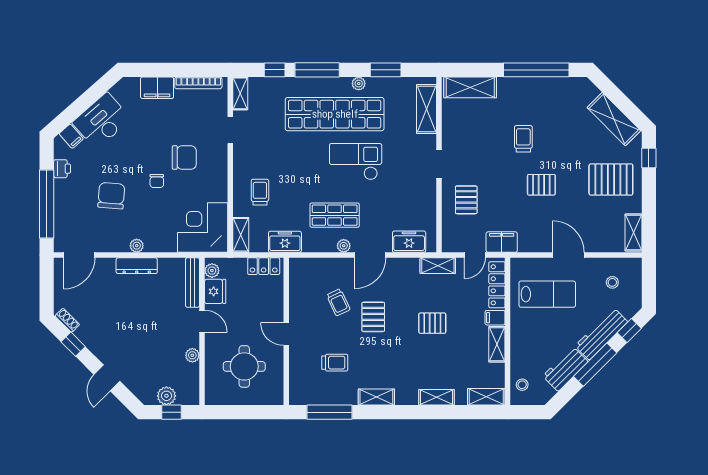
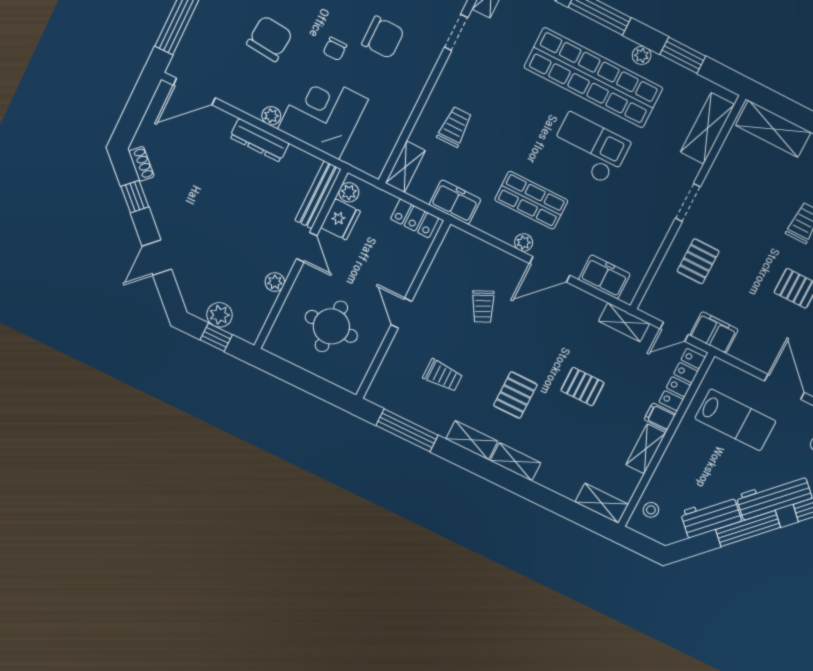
corner desk: (203, 227) -> (323, 114), moved
pallet: (373, 317) -> (515, 395), moved
shelving: (436, 397) -> (516, 462), moved

